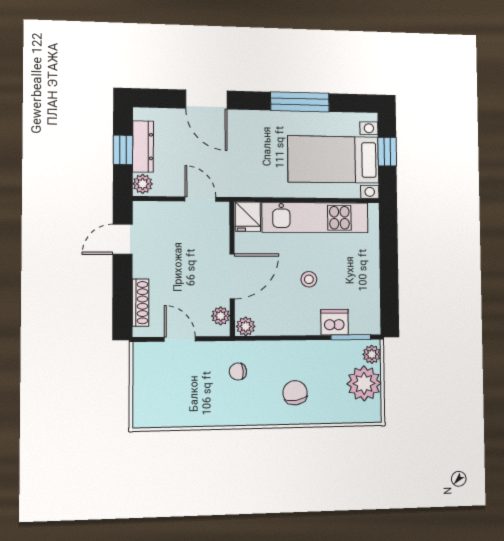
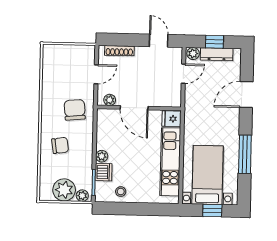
door: (200, 199) -> (183, 74), moved
stool: (309, 279) -> (121, 192), moved
plant: (246, 326) -> (102, 156), moved
chair: (238, 371) -> (75, 110), width x1.87, depth x1.87

